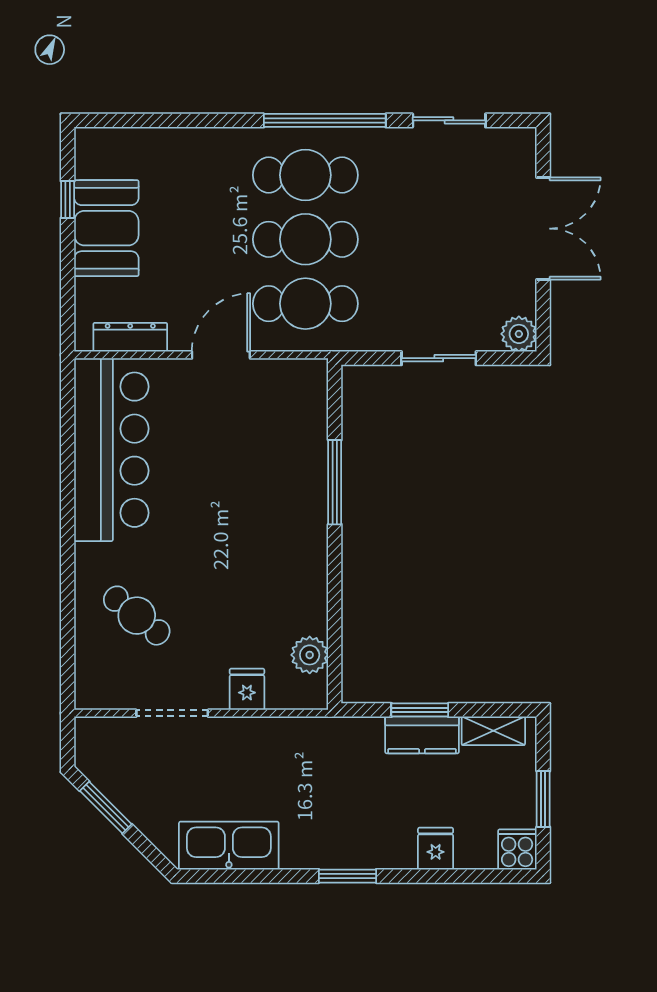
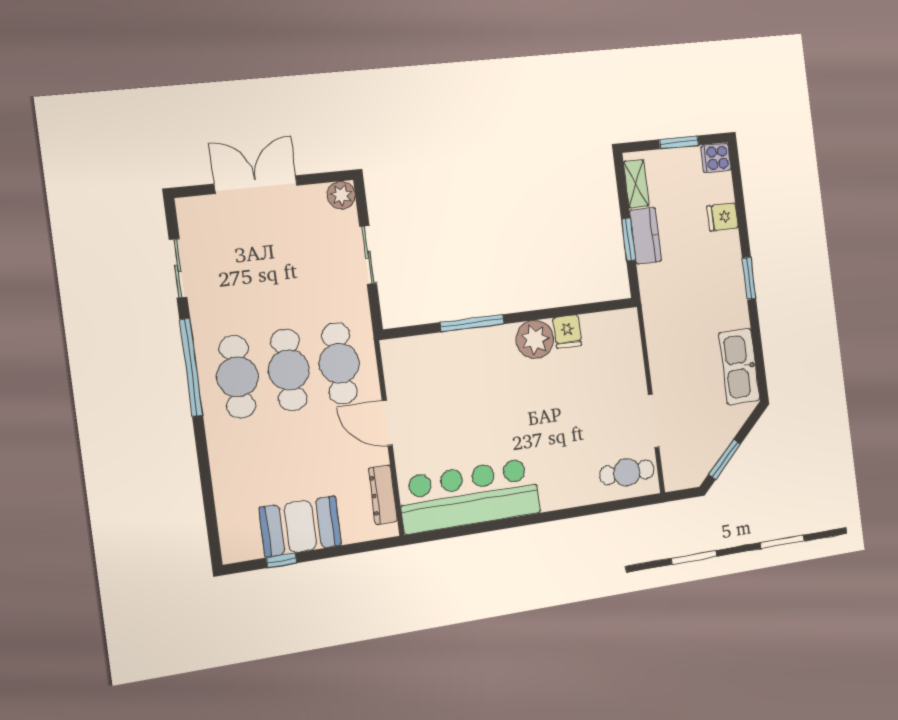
cafe table: (137, 616) -> (627, 472), moved, turned 51
plant: (310, 655) -> (535, 339), moved, width x1.36, depth x1.36
fridge: (247, 689) -> (567, 332), moved, turned -90

